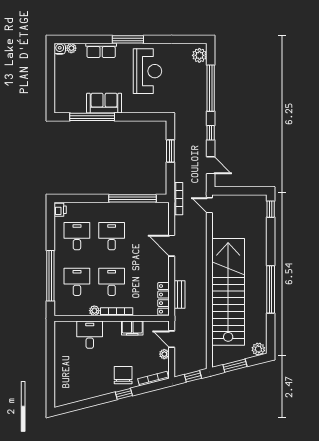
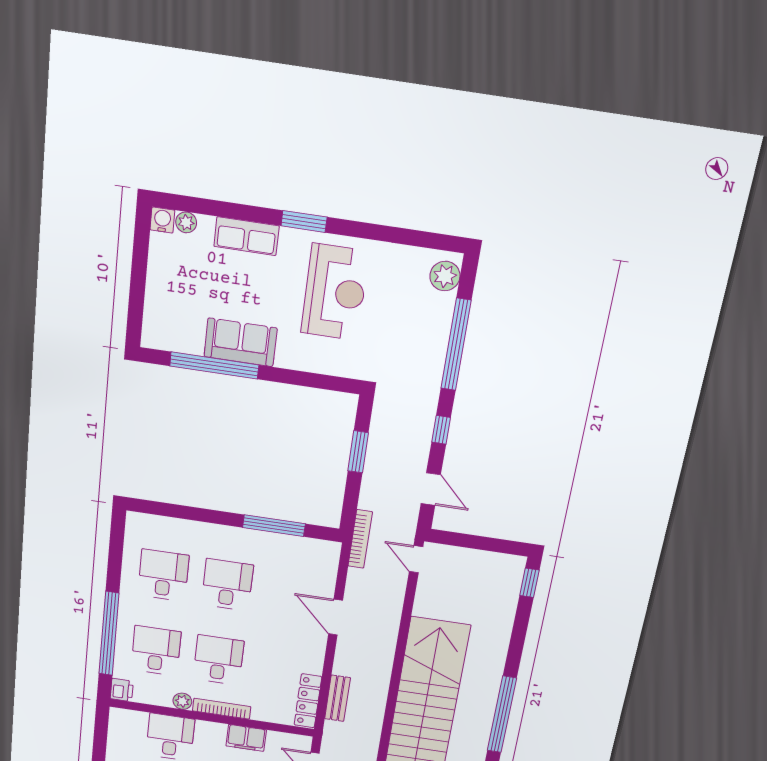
window: (128, 39) -> (304, 221), width x0.69
window: (132, 198) -> (274, 526), width x0.68
printer: (60, 210) -> (122, 690), moved

